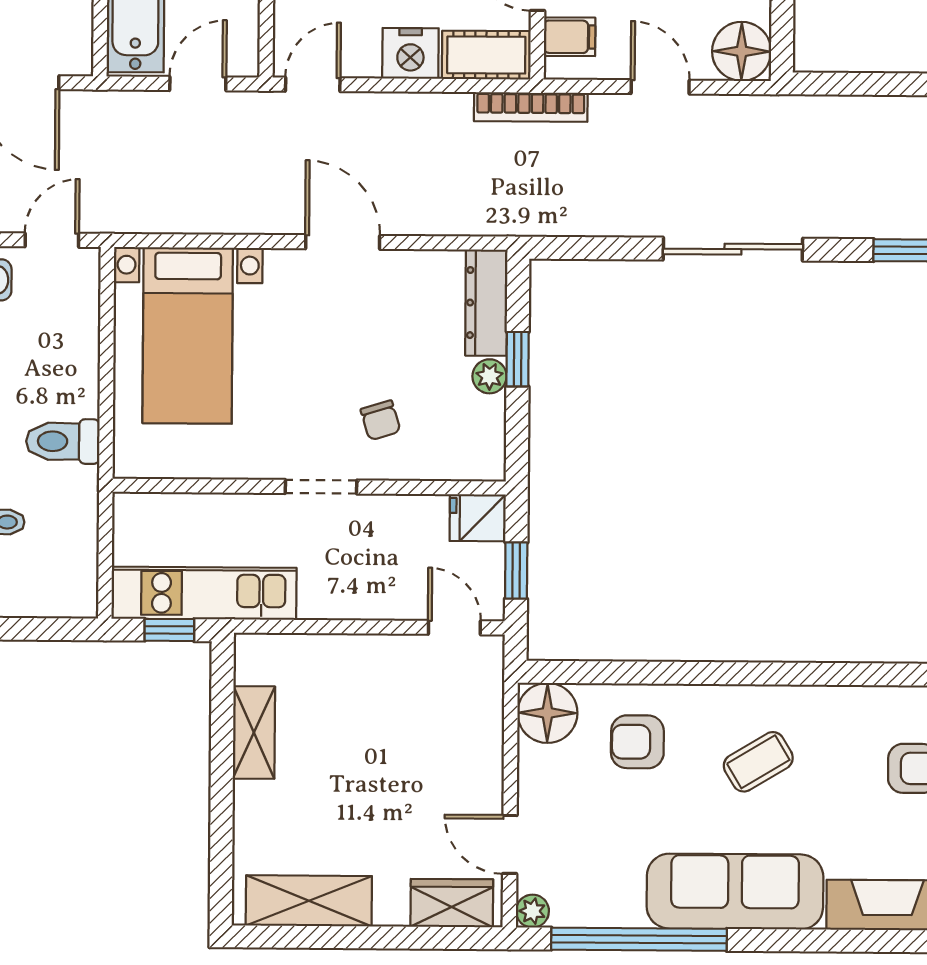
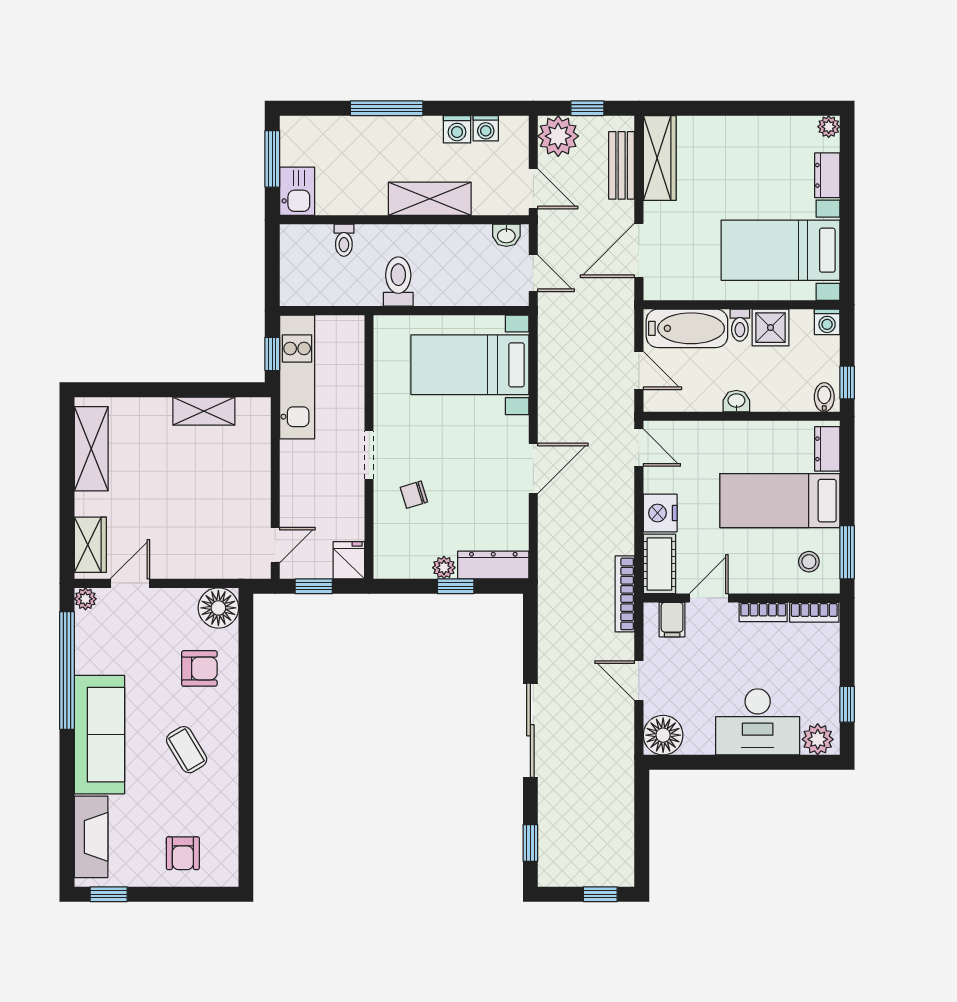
door: (660, 87) -> (639, 681), swing flipped
armchair: (637, 742) -> (199, 668), turned 90

